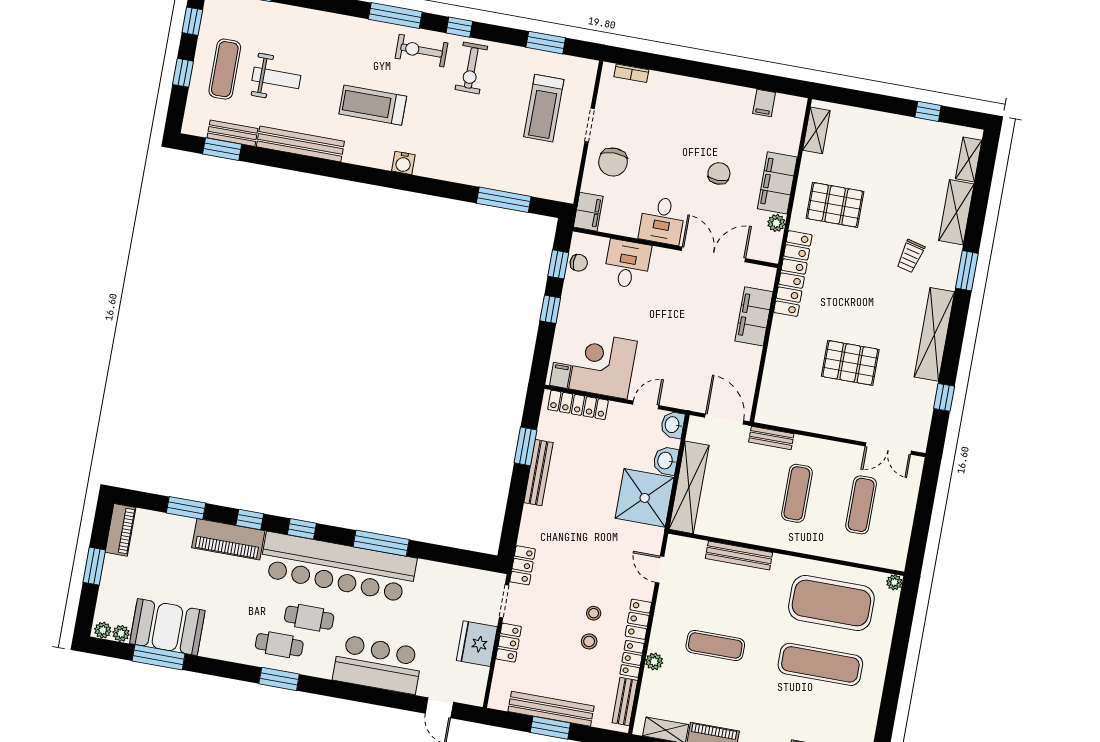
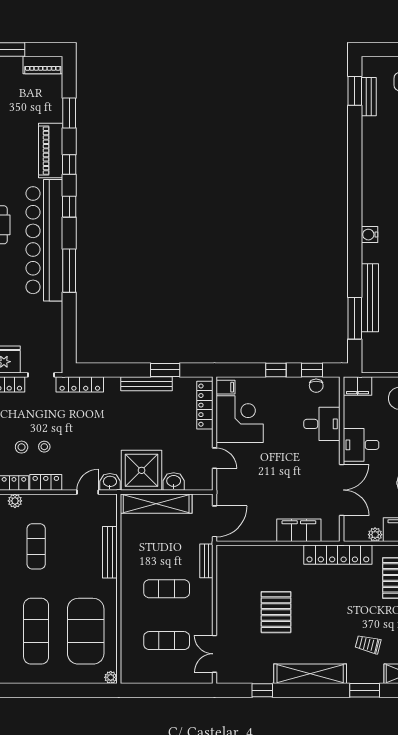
bench: (300, 144) -> (370, 298), moved
washbasin: (673, 425) -> (110, 482), moved
locker: (523, 565) -> (80, 384), width x1.53

